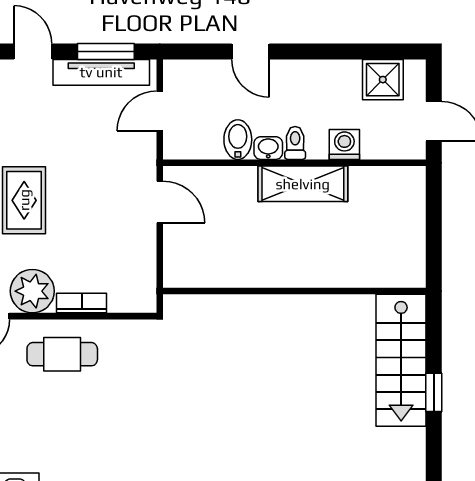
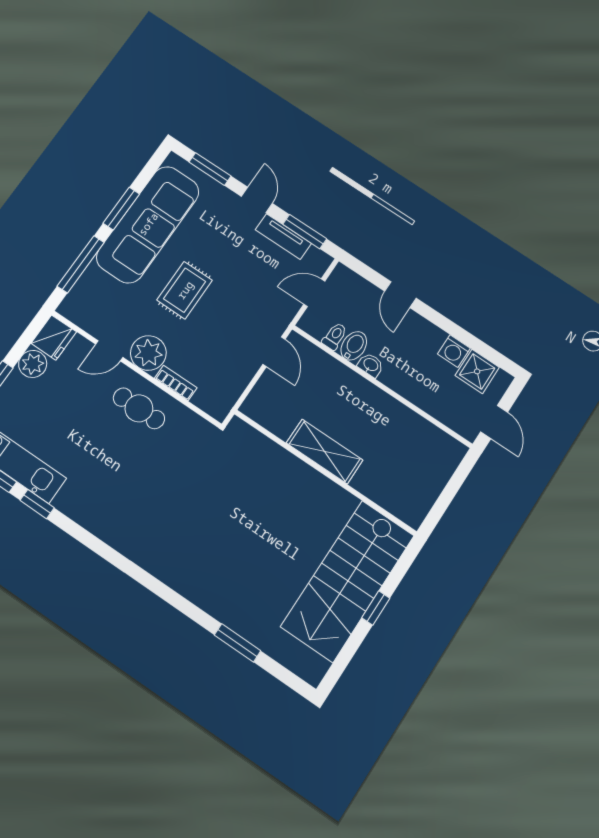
tv unit: (101, 72) -> (283, 237), width x0.71
toilet: (295, 143) -> (335, 336), moved
washing machine: (344, 144) -> (454, 351), moved, turned 180
shelving: (303, 184) -> (325, 451), moved
stairs: (401, 360) -> (348, 581), width x1.36, depth x1.51

